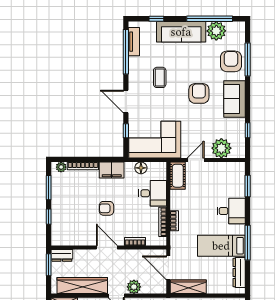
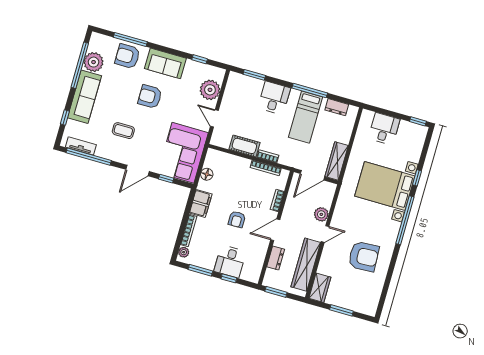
cot: (178, 176) -> (244, 146), moved
desk: (153, 193) -> (230, 261), moved, turned 180
dresser: (62, 255) -> (276, 258), moved
dresser: (239, 272) -> (337, 107), width x0.70

